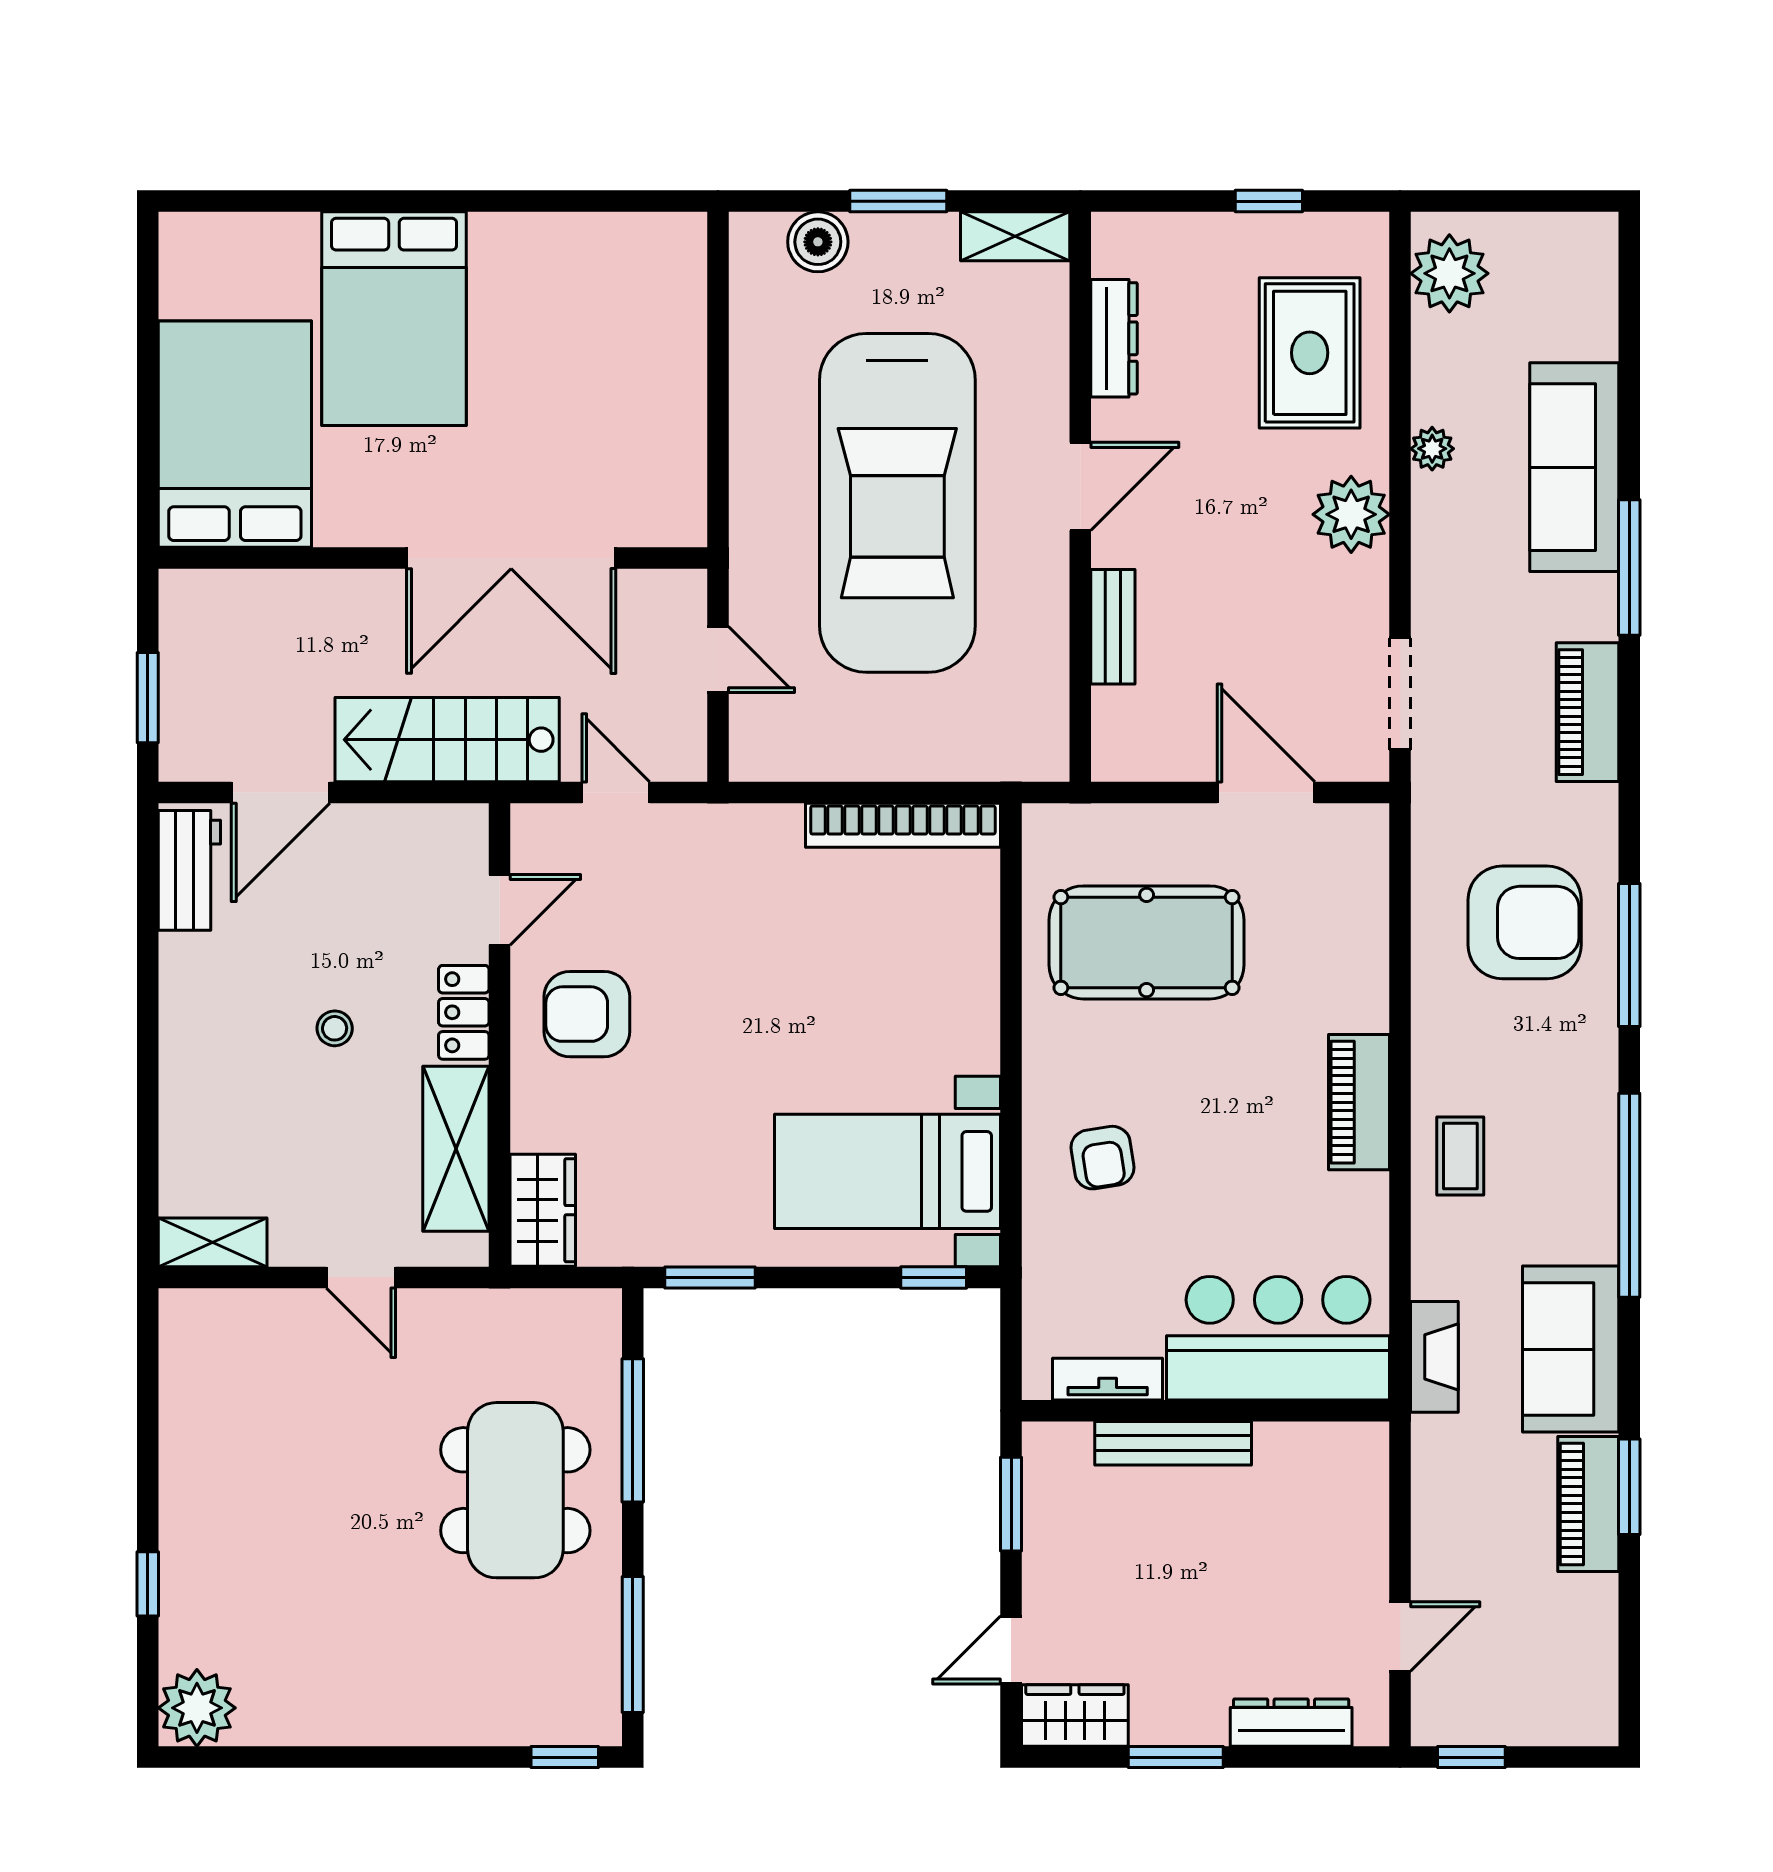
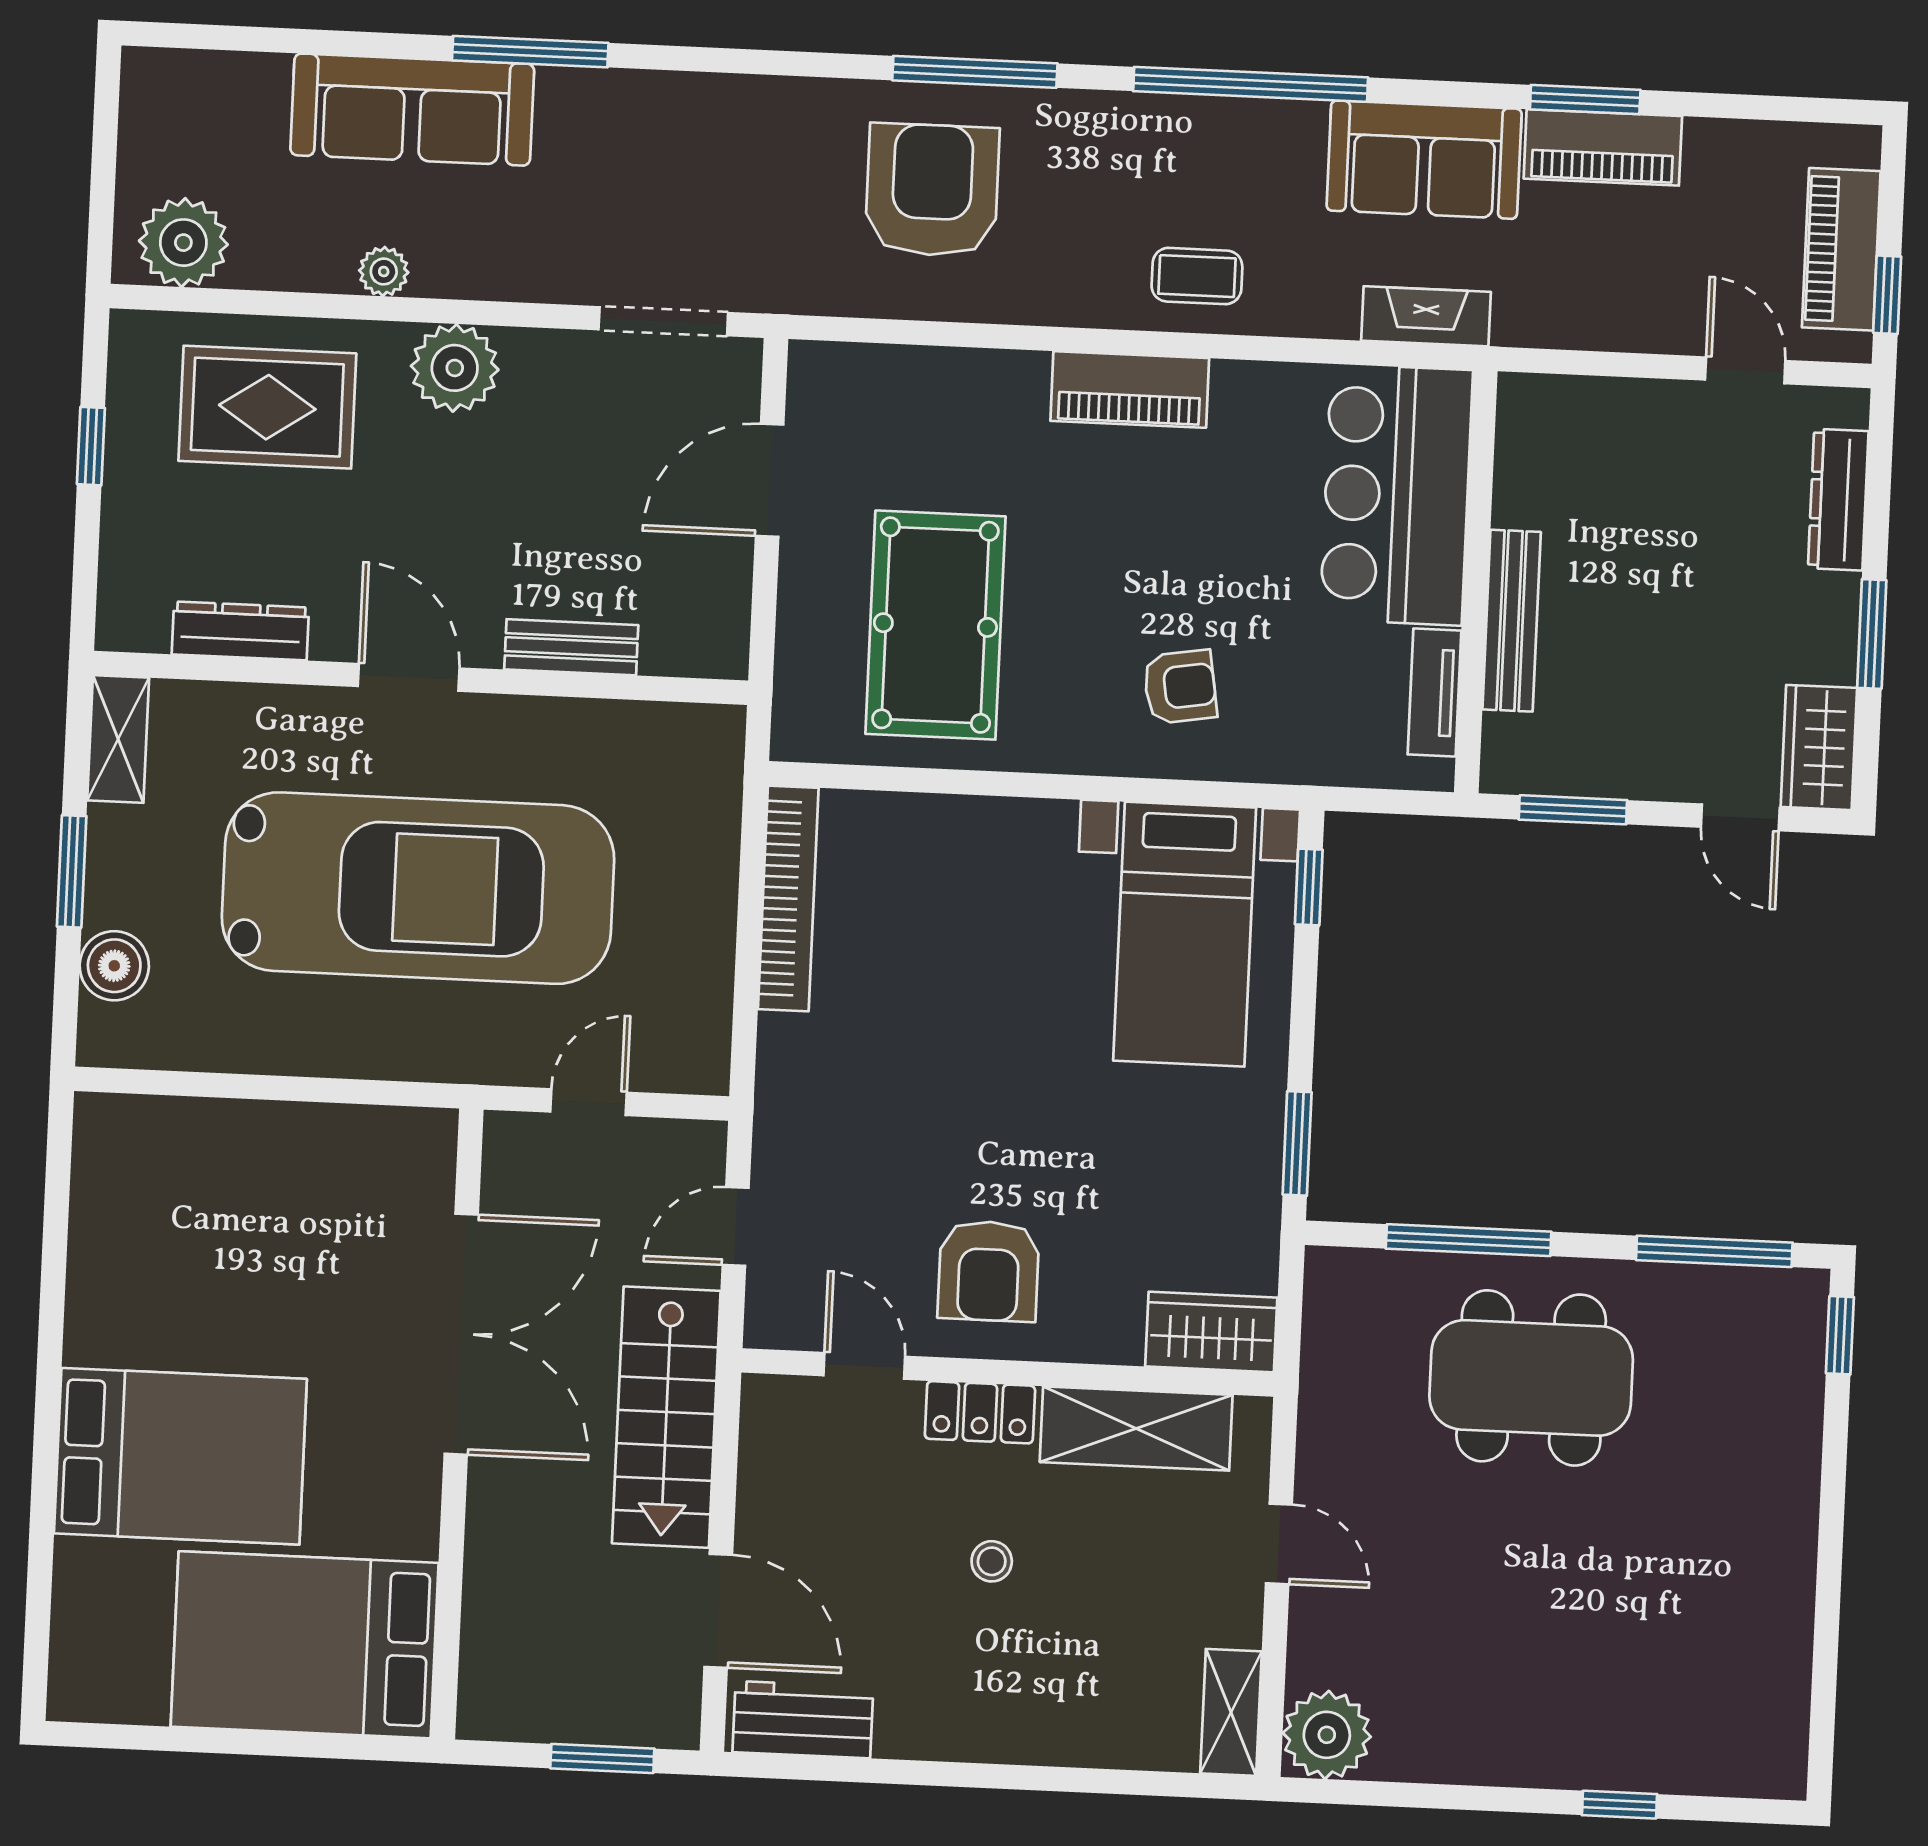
piano: (1587, 712) -> (1841, 249), moved, turned 90
door: (361, 1277) -> (1279, 1544), hinge flipped
plant: (197, 1708) -> (1327, 1735), moved

